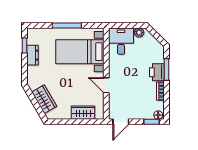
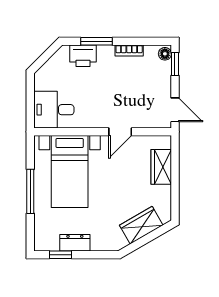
plant: (139, 33) -> (41, 83), removed
printer: (157, 72) -> (83, 56), moved

